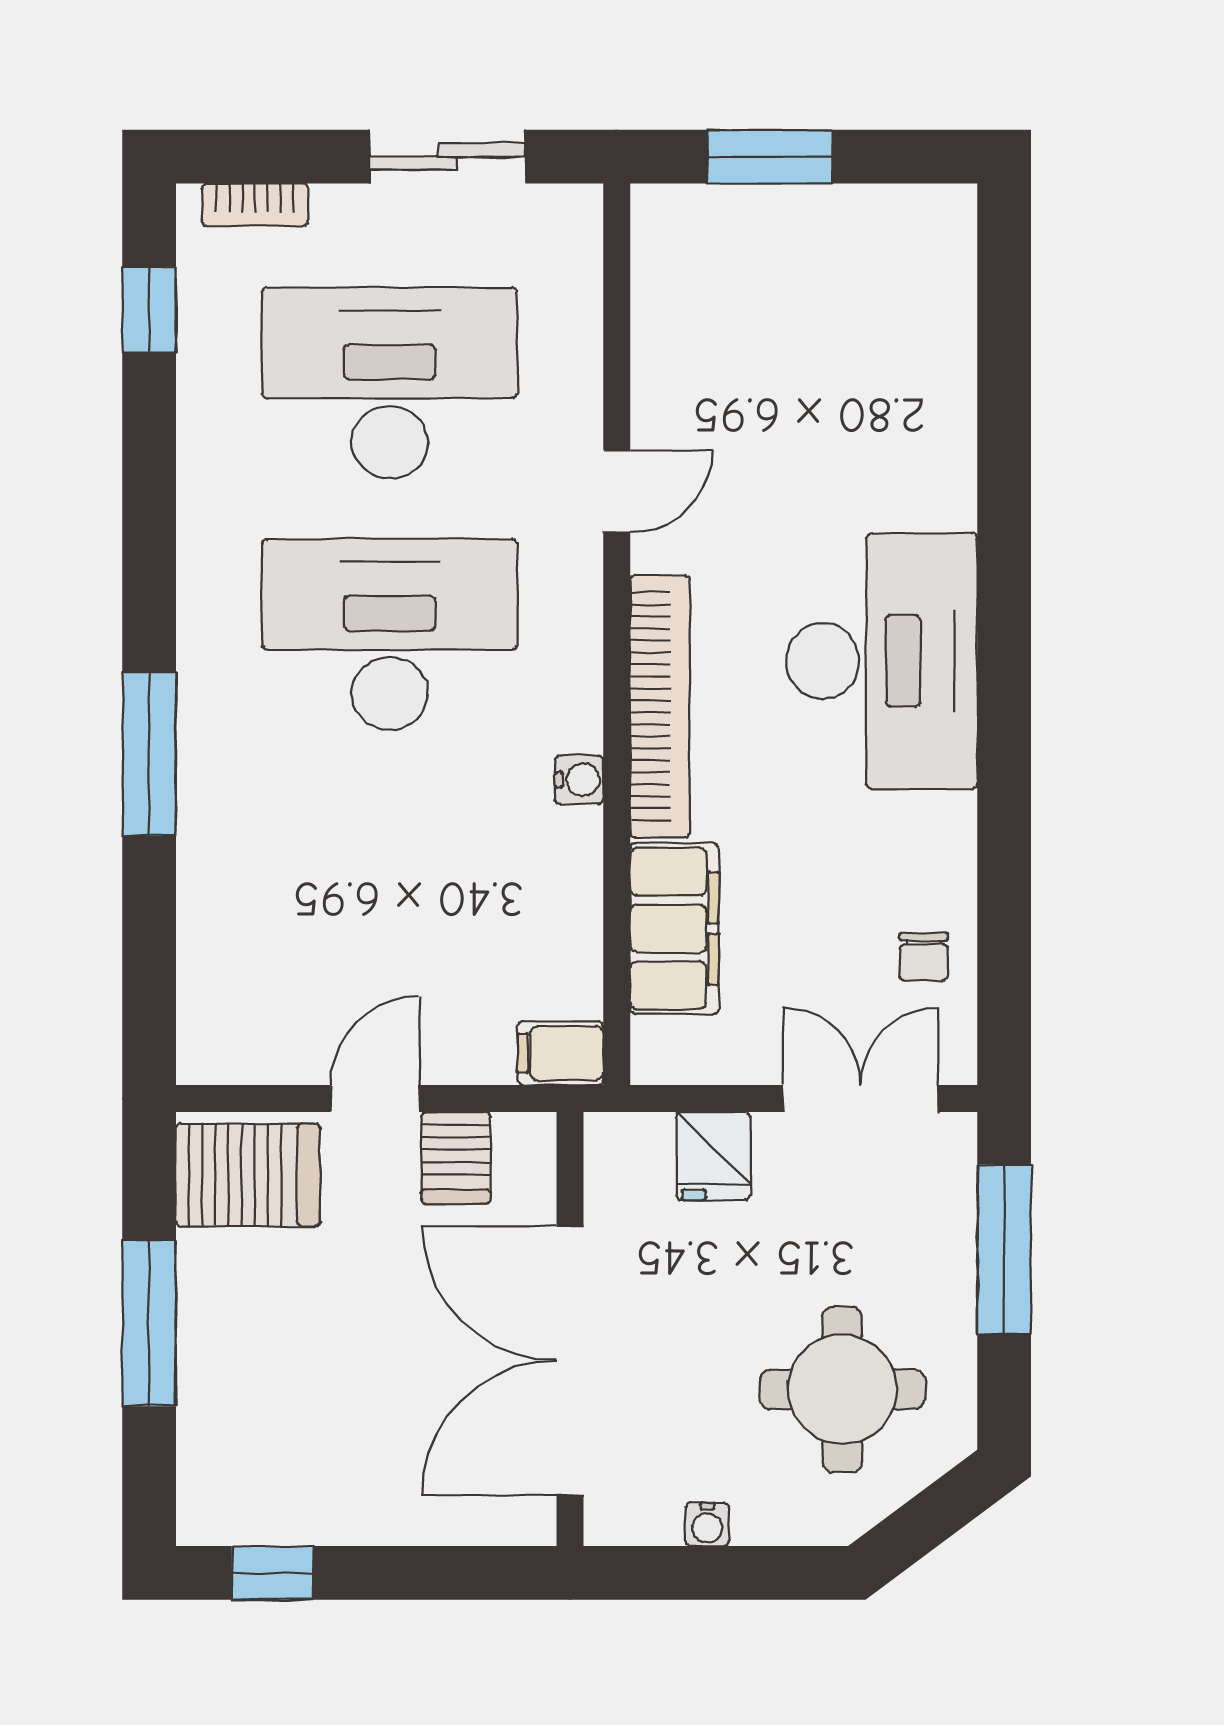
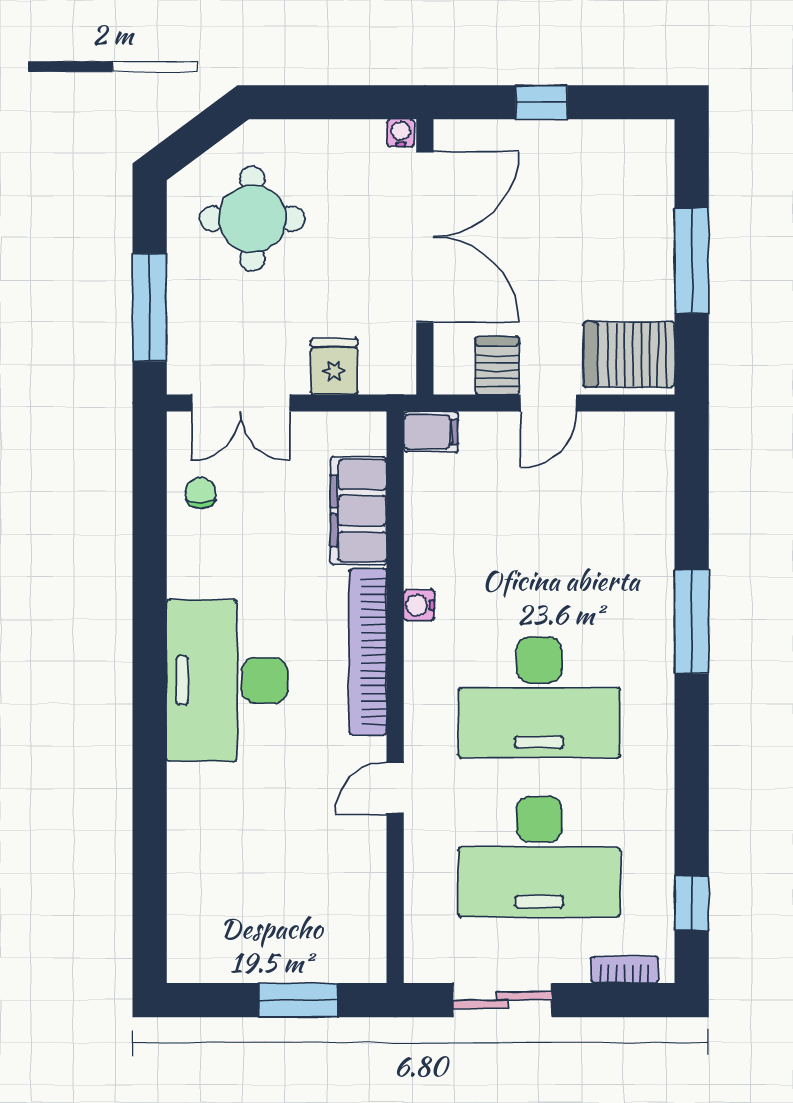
water cooler: (707, 1524) -> (401, 133), moved
window: (272, 1573) -> (541, 102), moved

